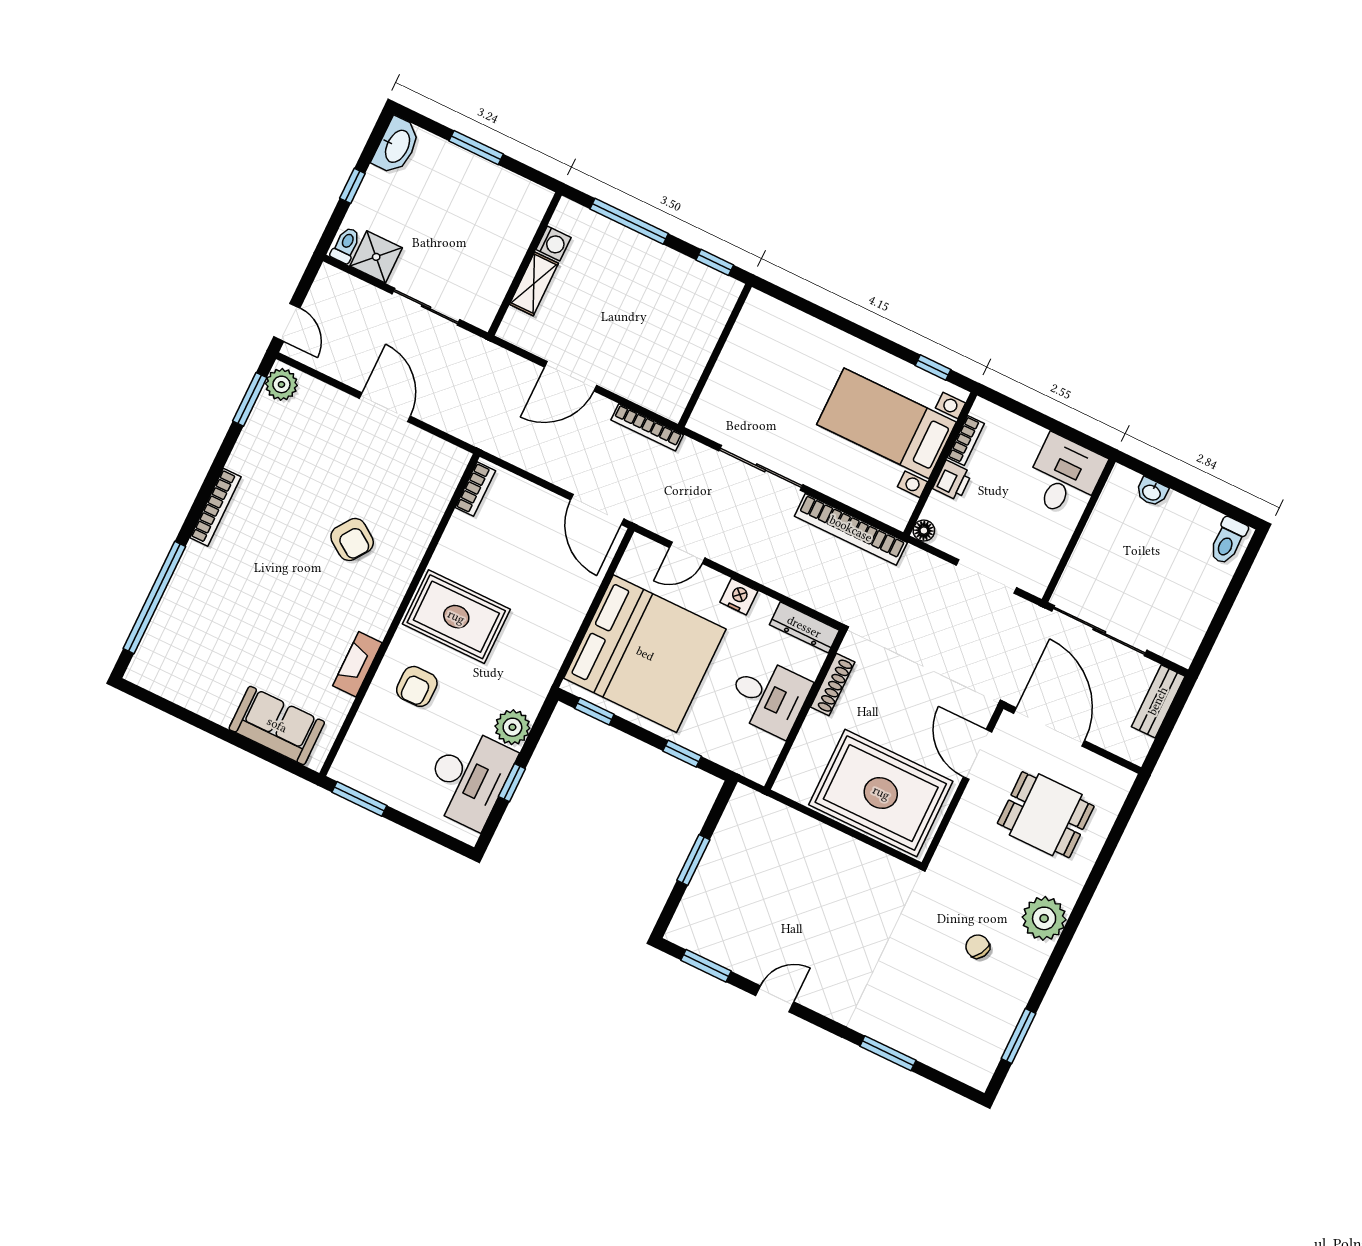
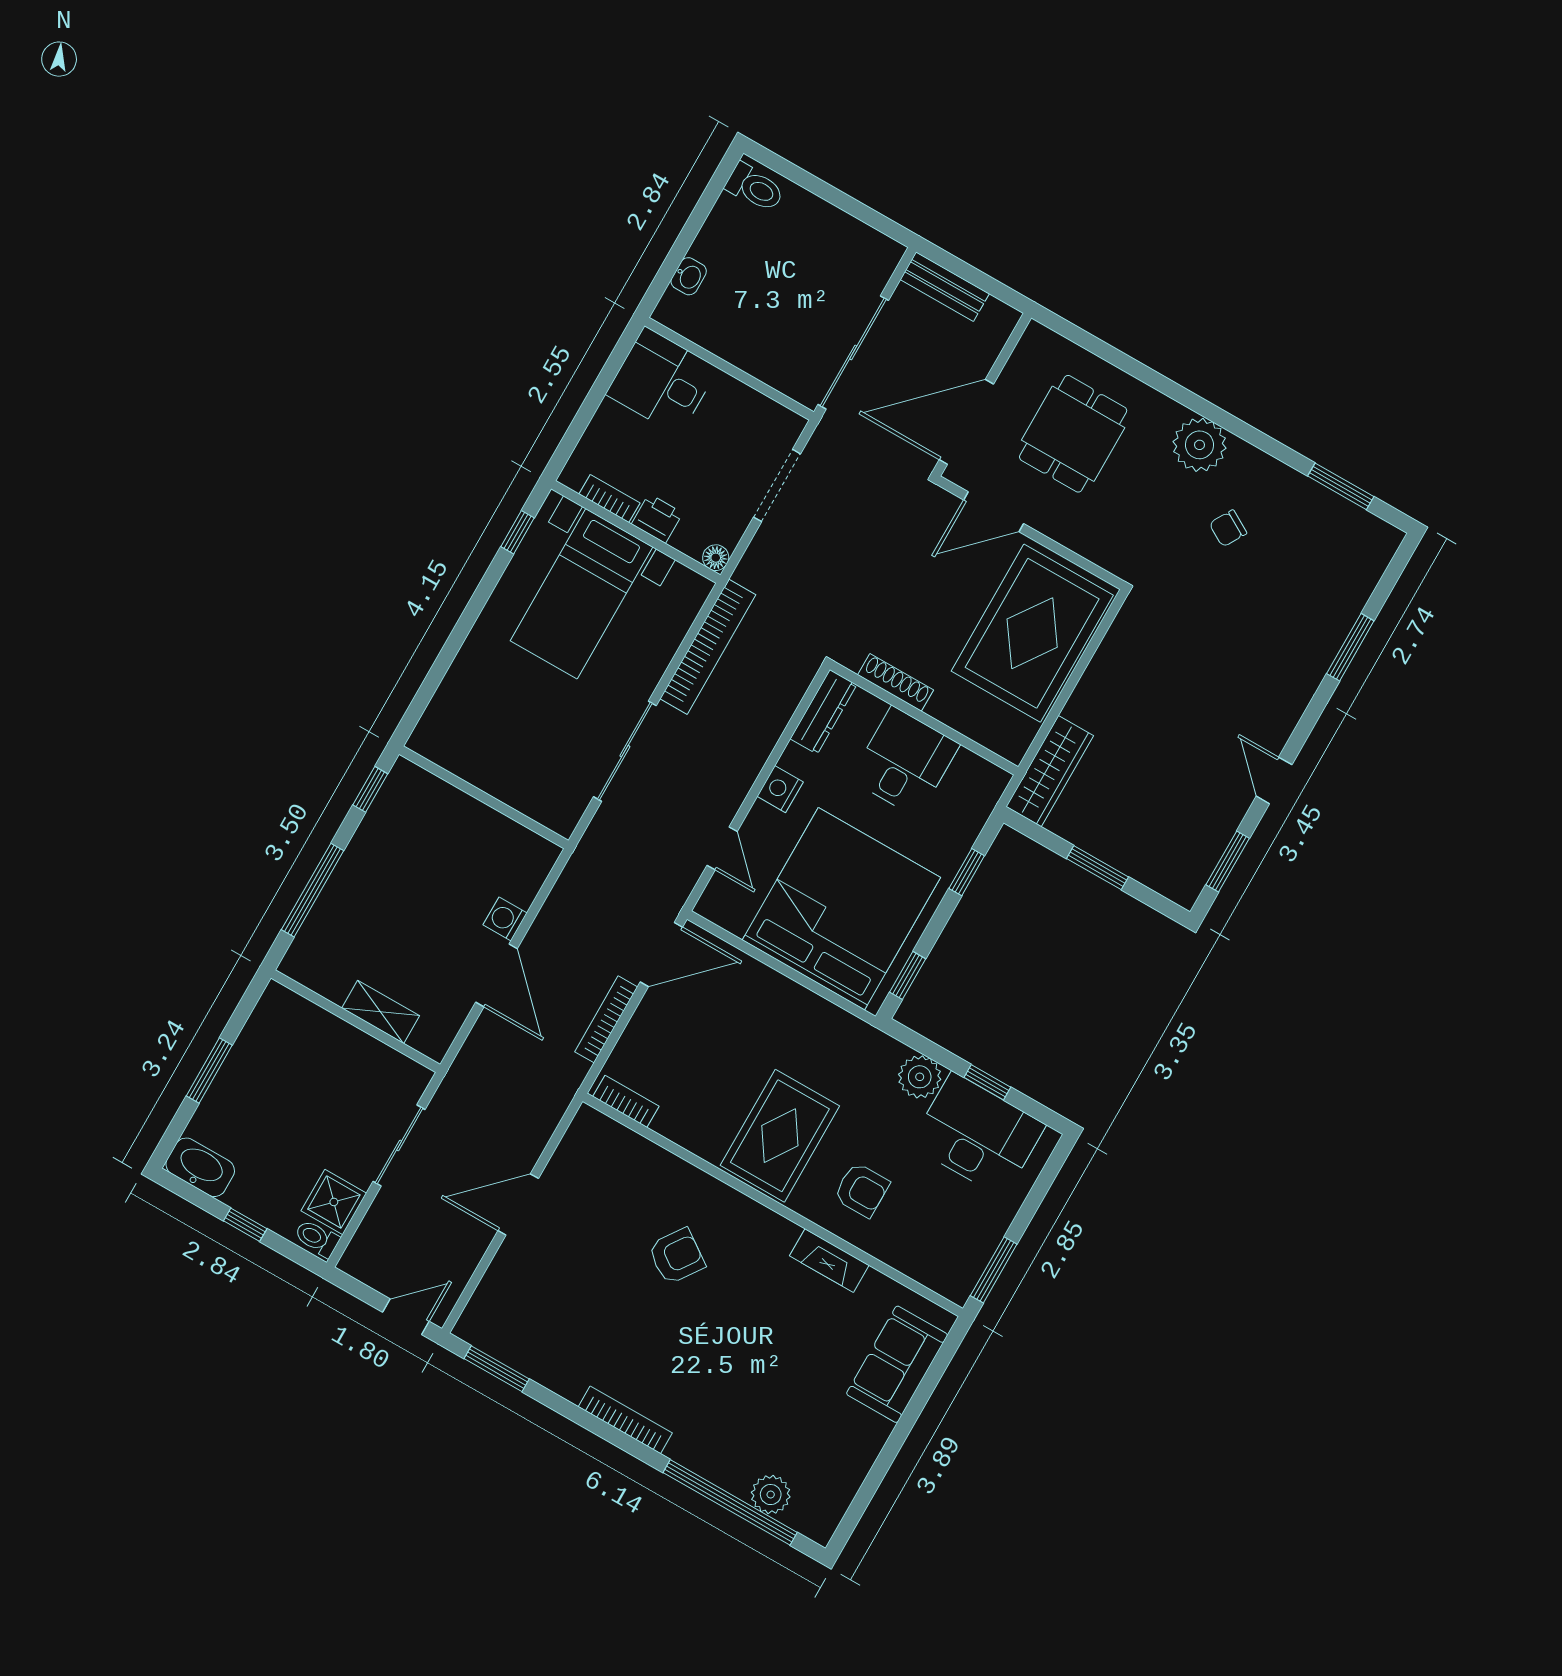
washing machine: (553, 243) -> (505, 919), moved, turned -90
plant: (281, 384) -> (771, 1495), moved
bookcase: (647, 427) -> (606, 1019), moved, turned 180
wardrobe: (769, 815) -> (1050, 771), added

